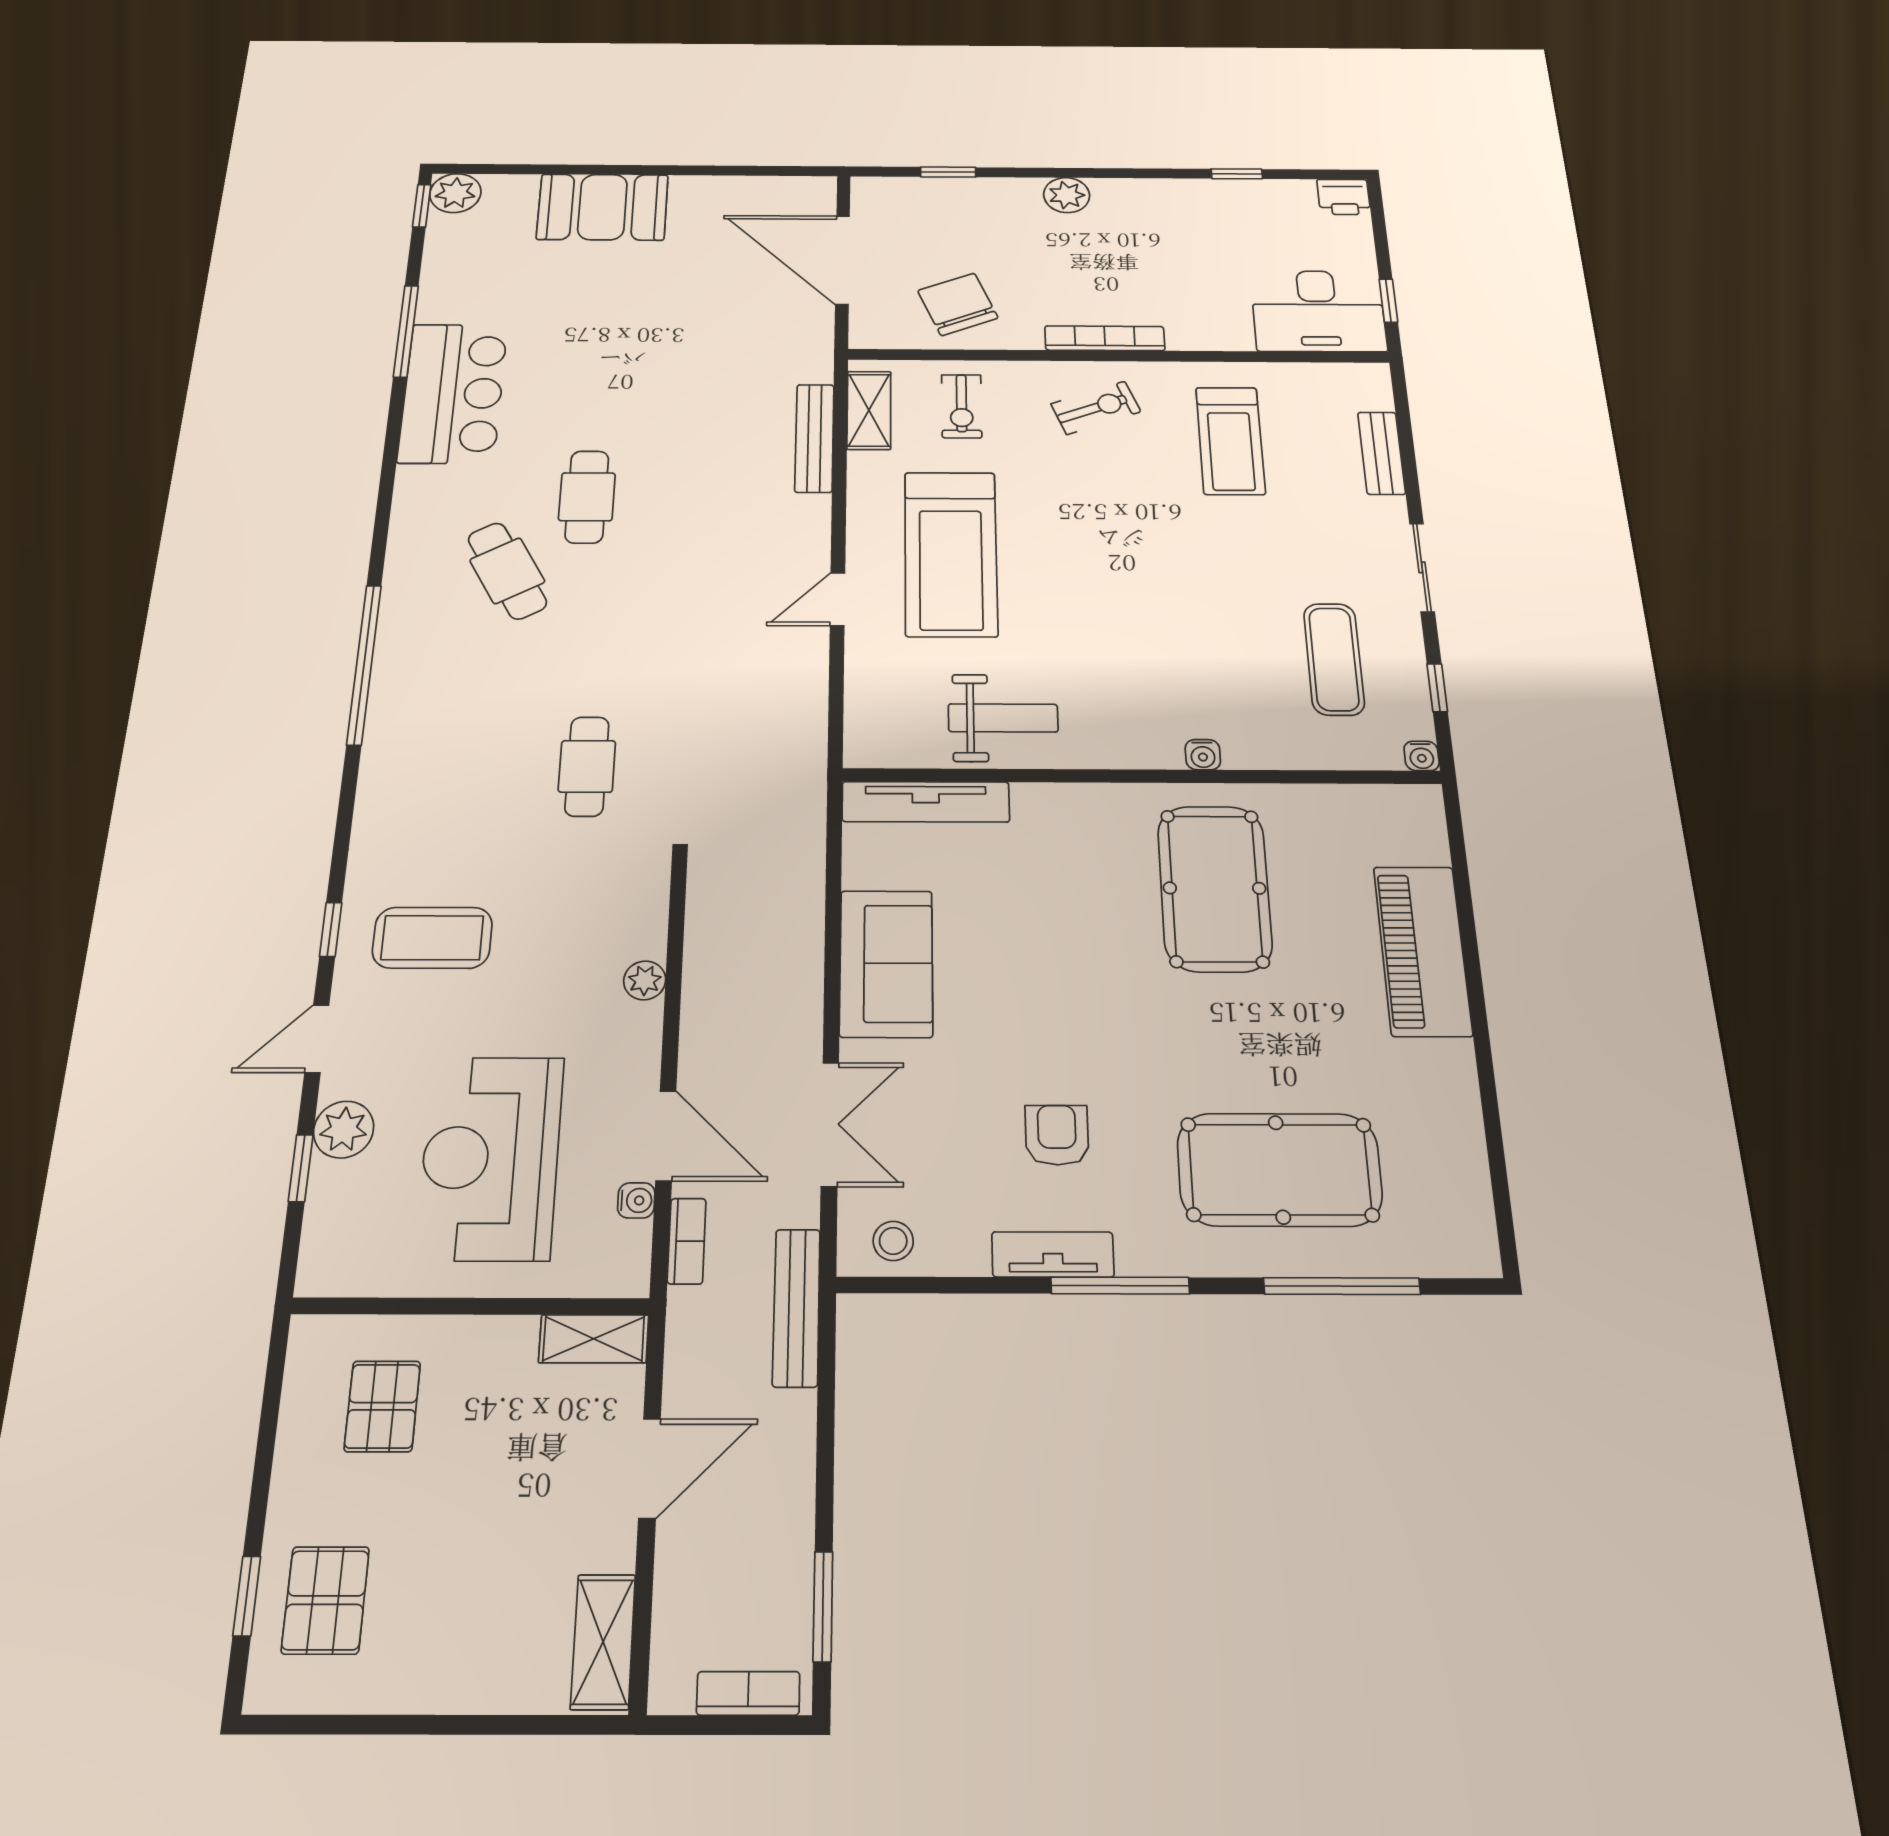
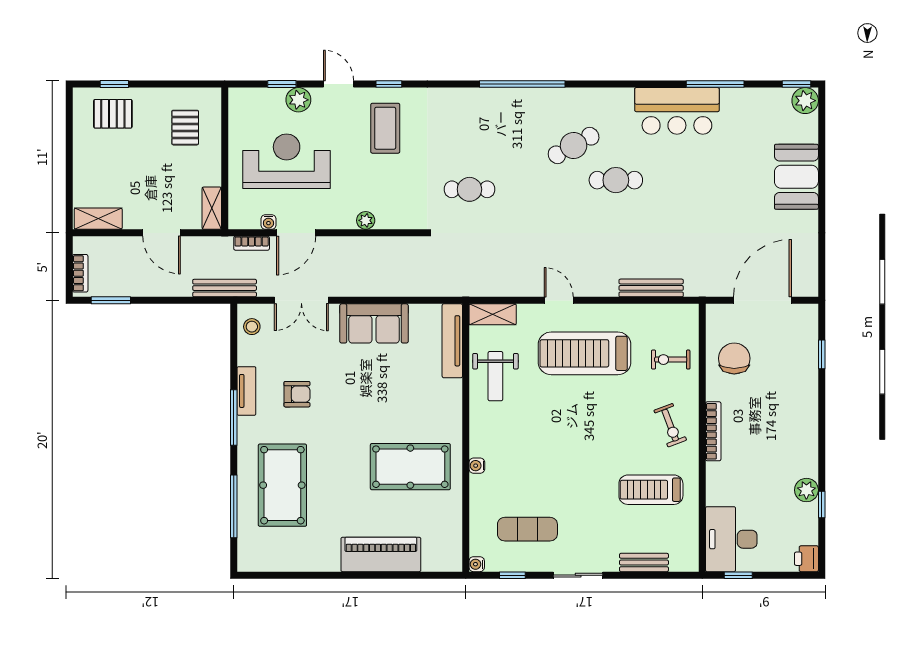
plant: (1067, 195) -> (806, 490), moved
chair: (958, 304) -> (734, 358), turned -68
shelving: (869, 410) -> (493, 314), moved
pallet: (382, 1406) -> (185, 128), turned 90

